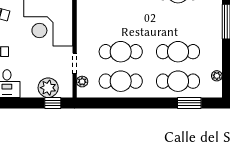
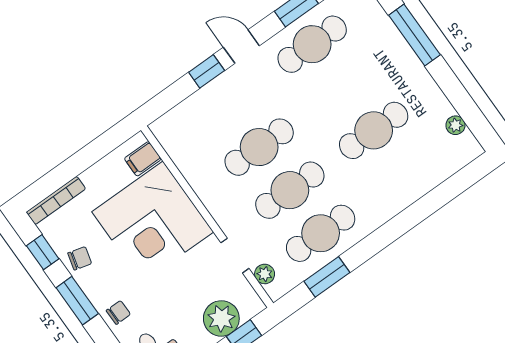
cafe table: (178, 81) -> (259, 147), moved
window: (189, 103) -> (327, 277), moved

